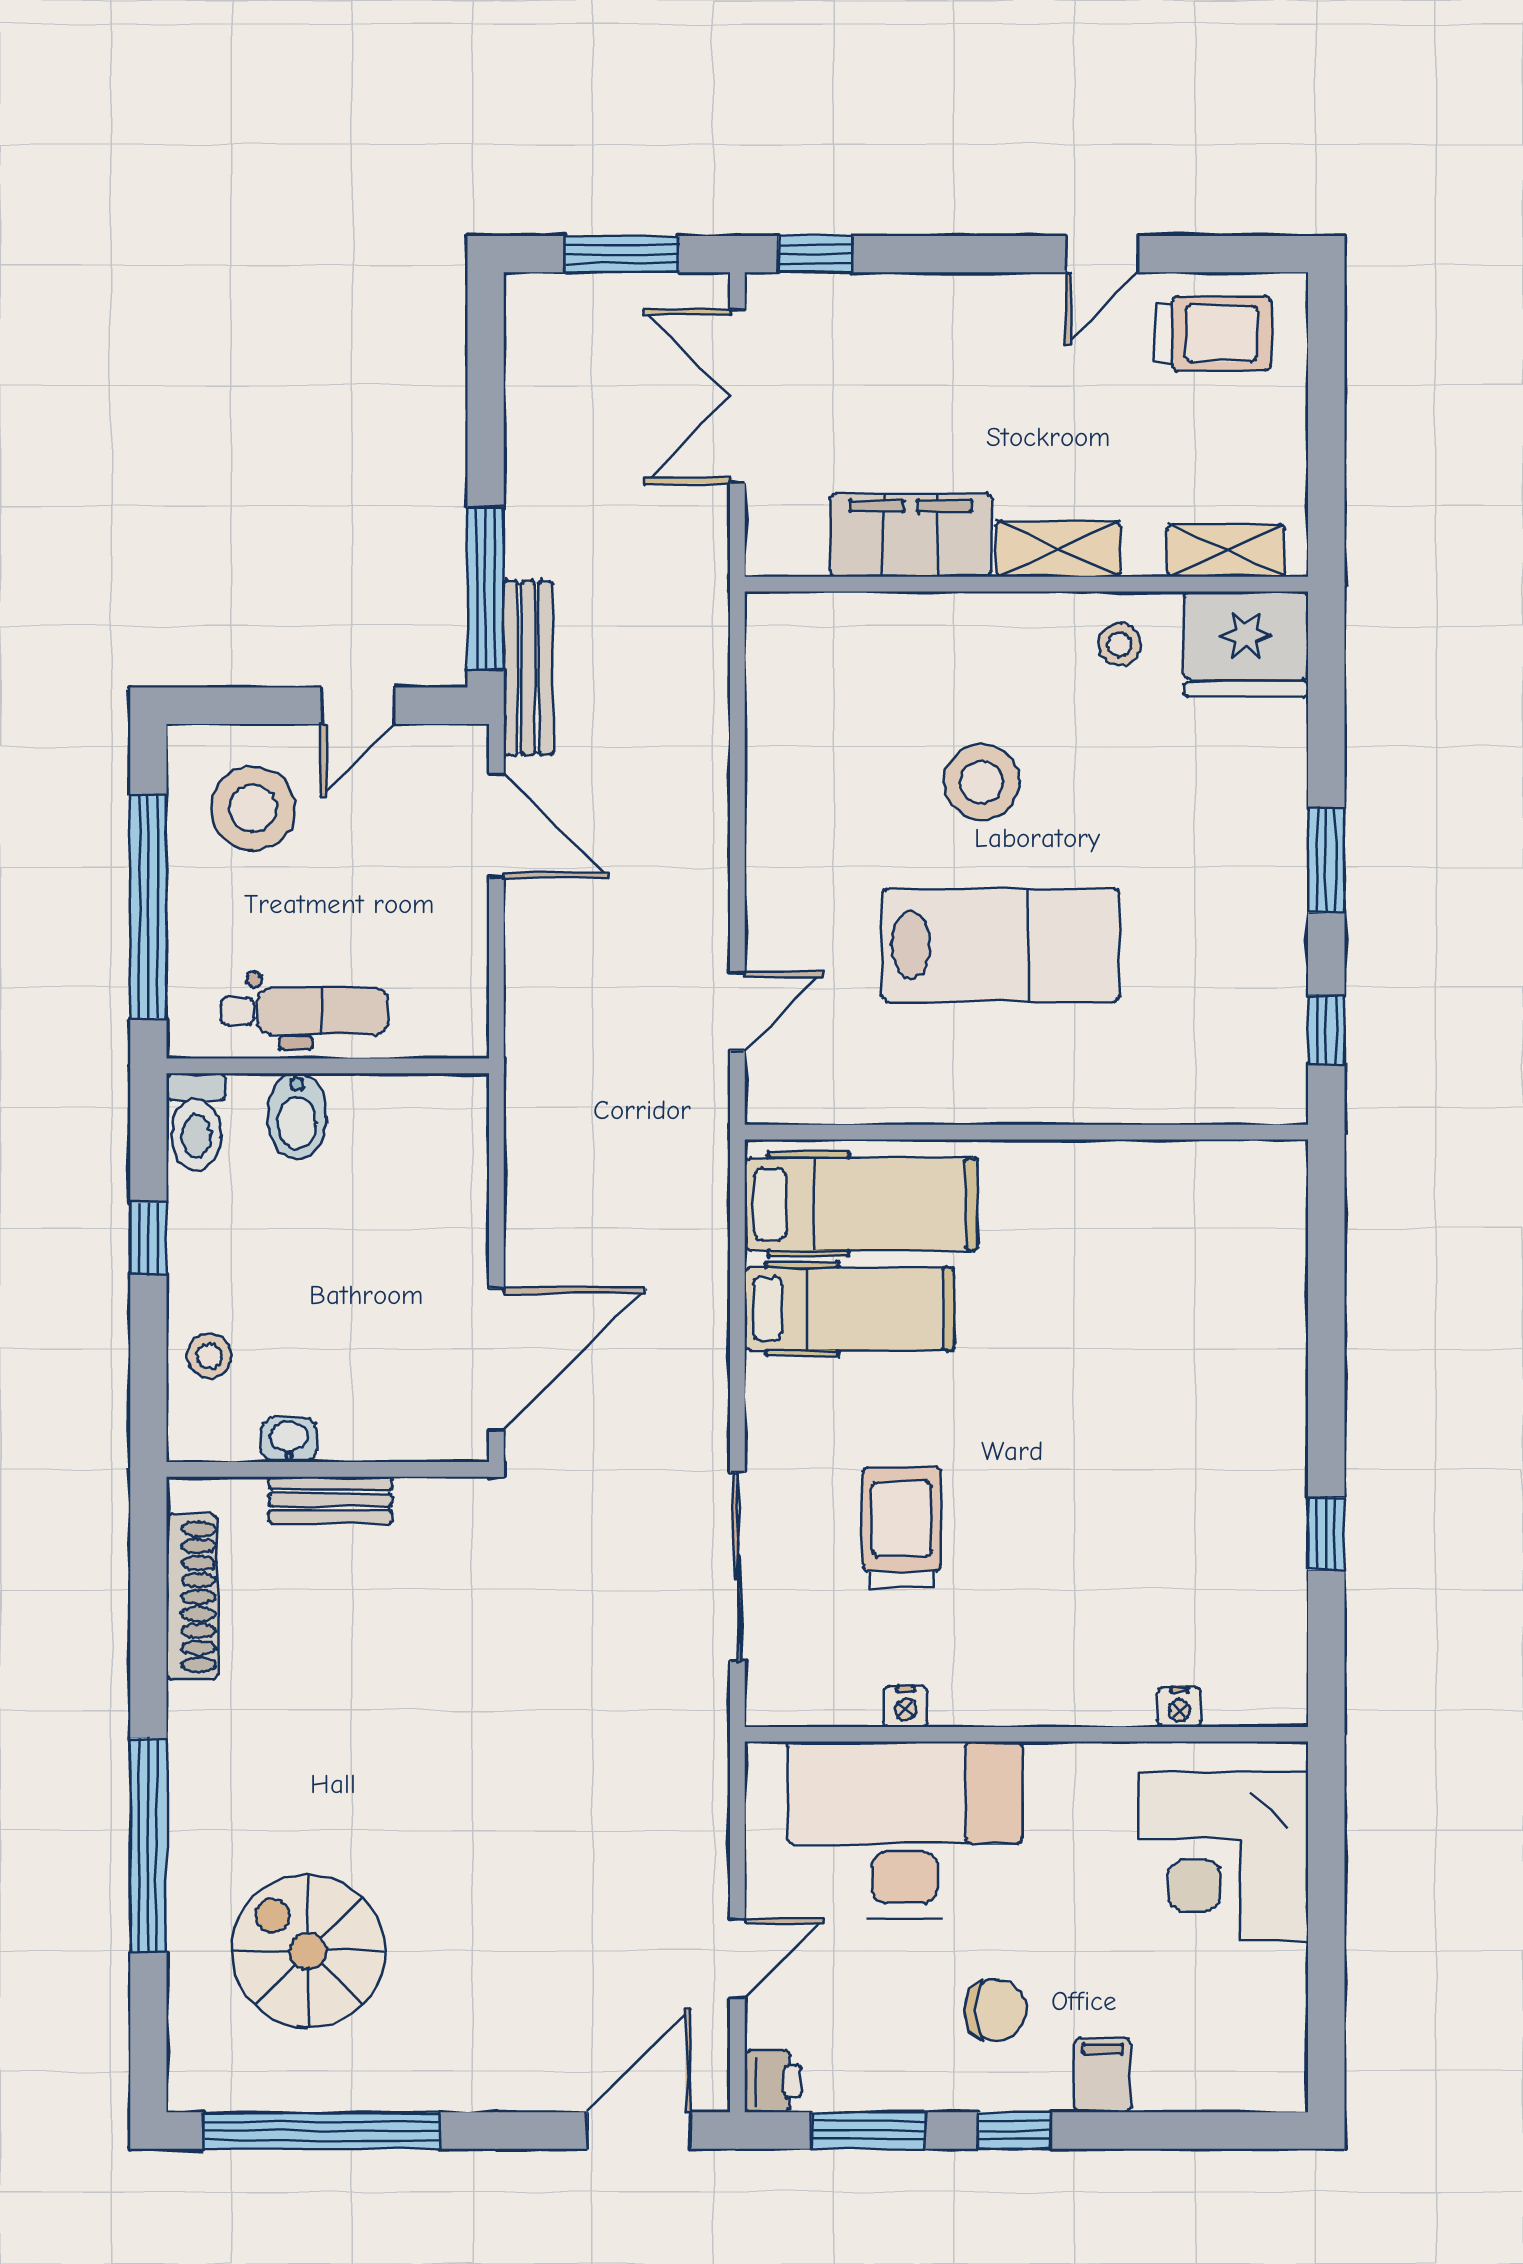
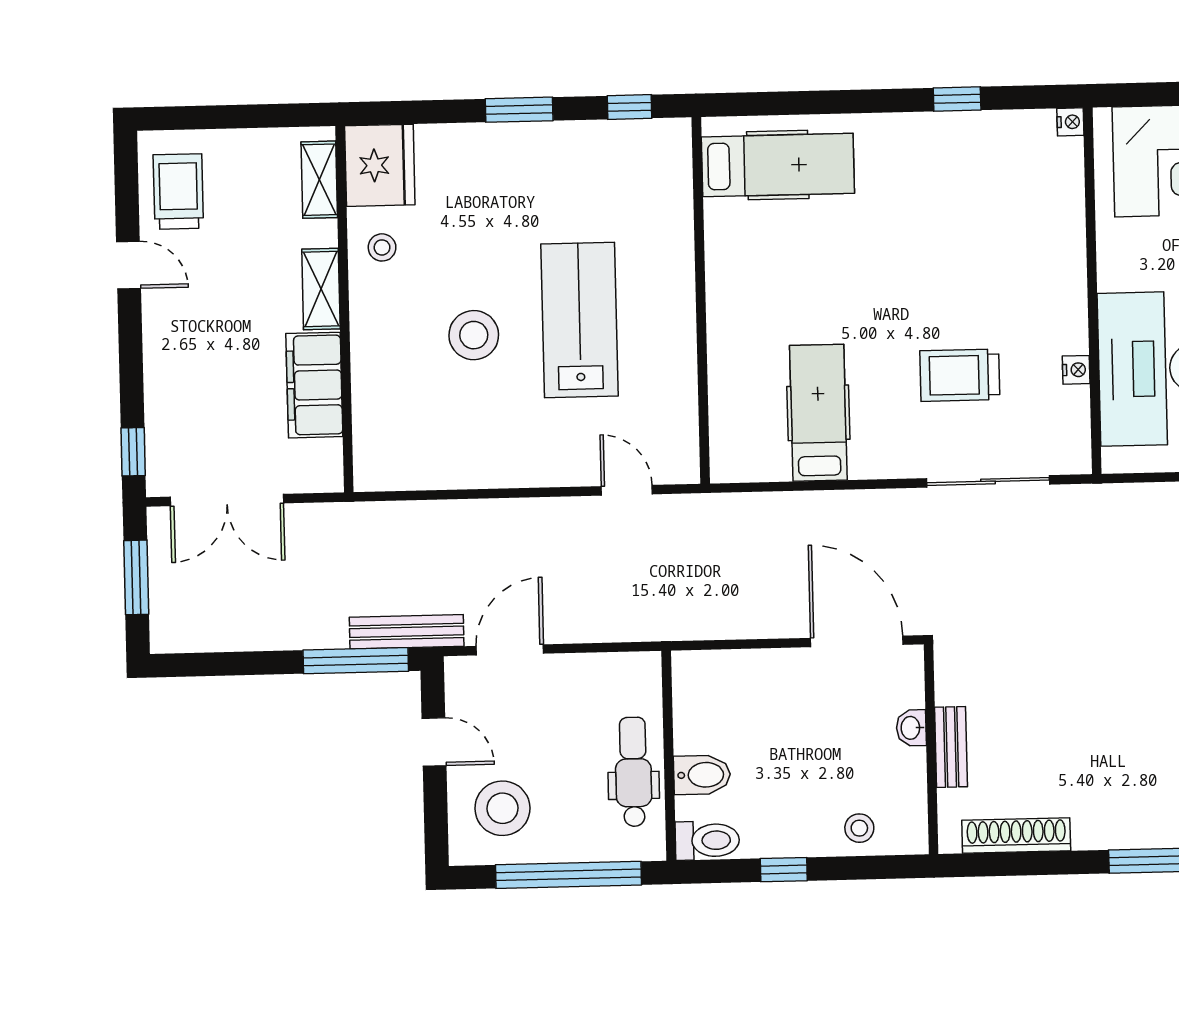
hospital bed: (861, 1204) -> (778, 165), moved, turned 90
washbasin: (289, 1440) -> (911, 728), moved
nightstand: (1179, 1707) -> (1070, 122), moved

